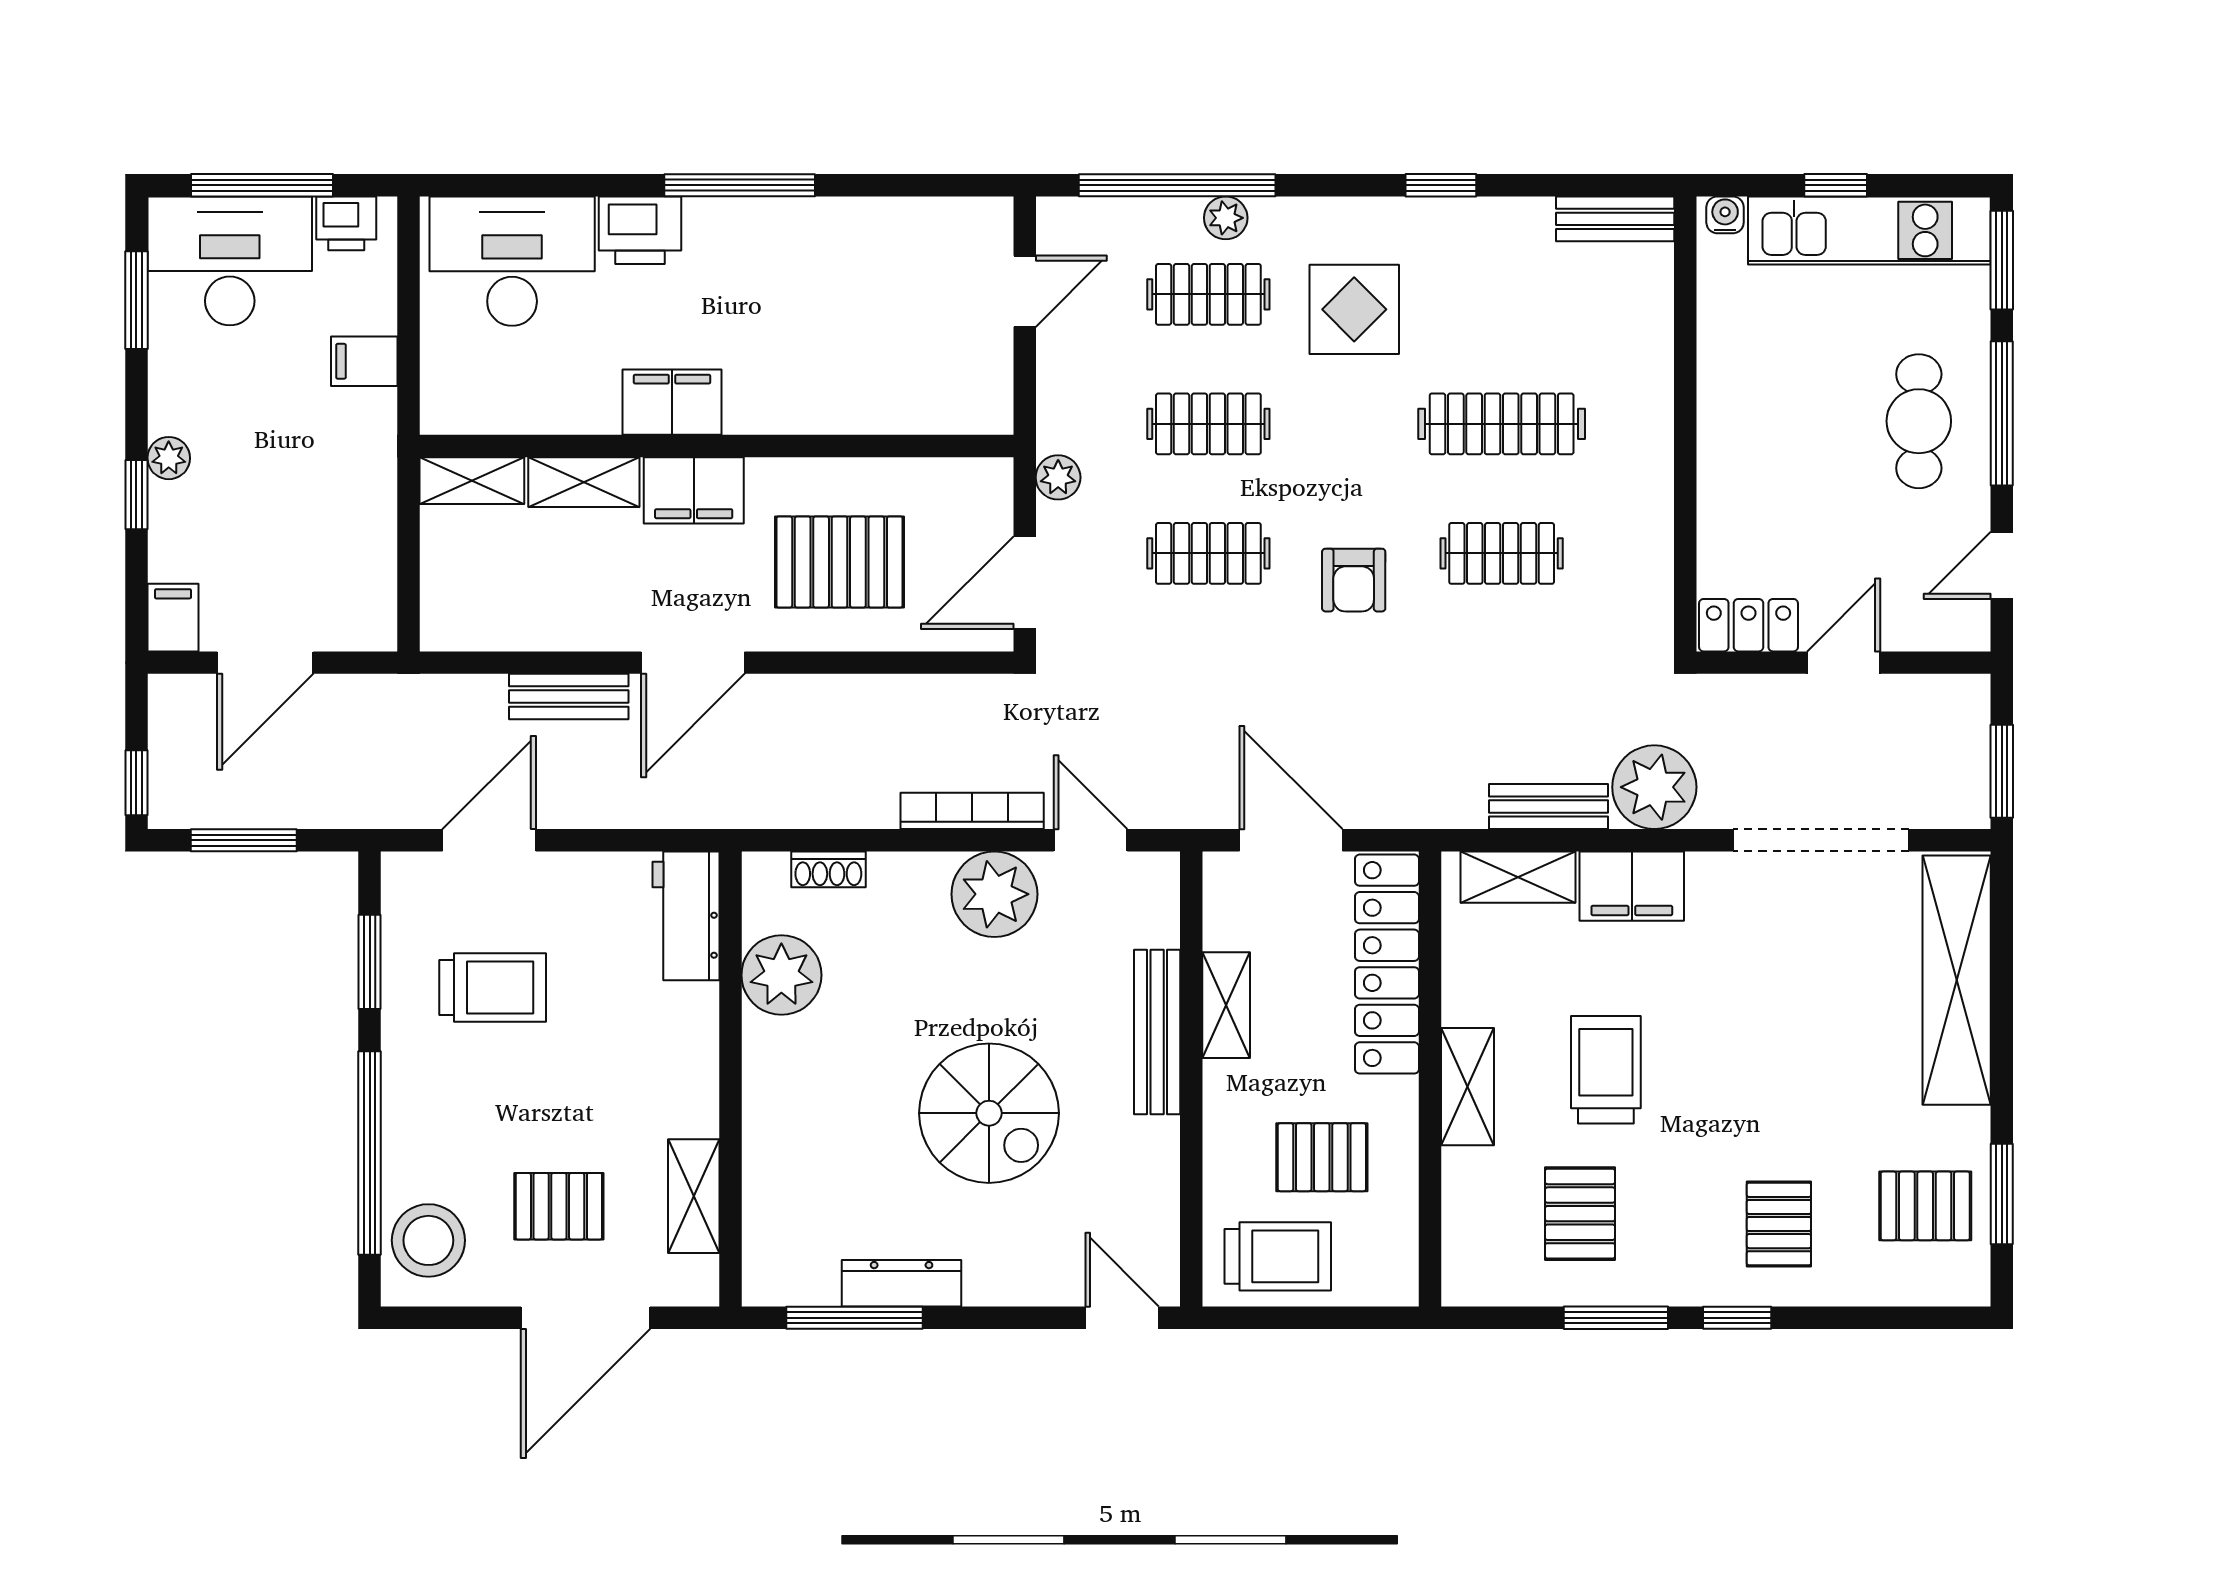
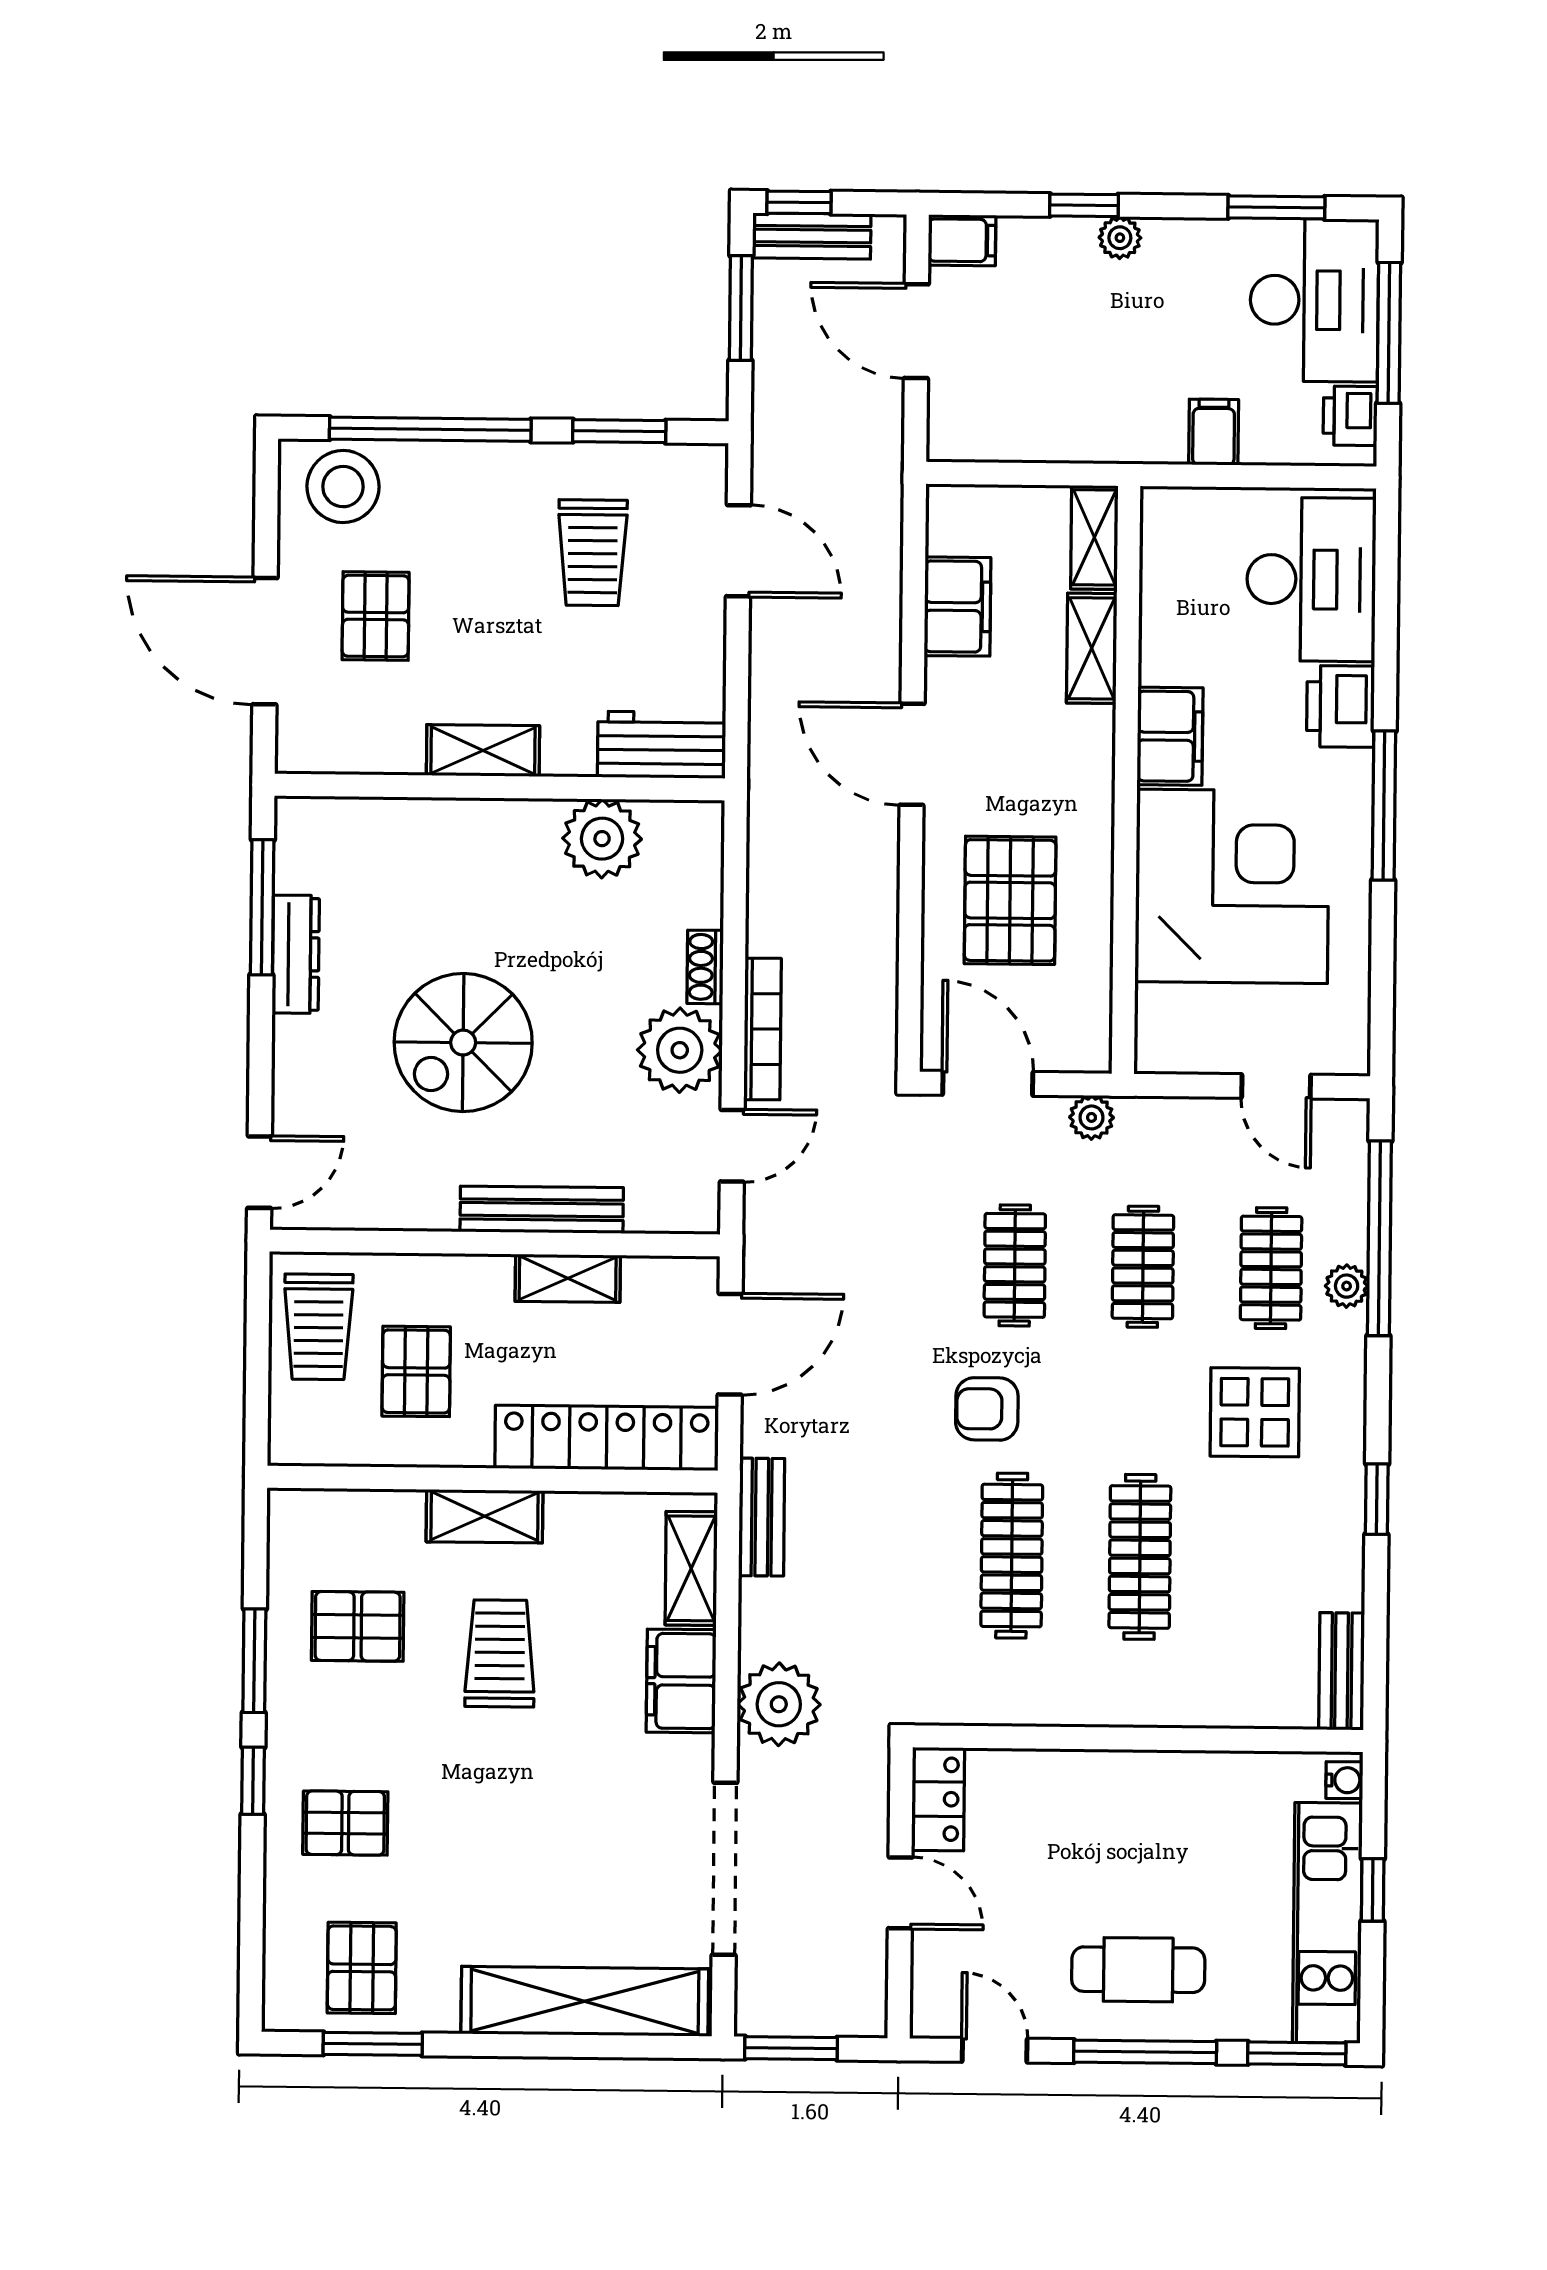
corner desk: (823, 338) -> (1232, 886), added
filing cabinet: (694, 490) -> (957, 607), moved, turned 180
clothes rail: (1502, 553) -> (1012, 1556), width x1.36
bench: (569, 696) -> (812, 236), moved, turned 90
bench: (1548, 806) -> (762, 1517), moved
shoe rack: (828, 869) -> (705, 967), moved
trolley: (1606, 1070) -> (500, 1653), turned -90
shelving: (694, 1196) -> (483, 751), moved

